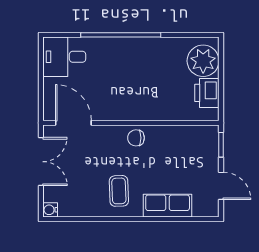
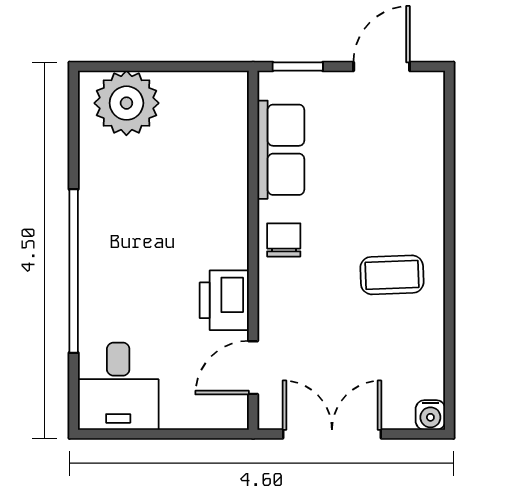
printer: (207, 93) -> (224, 300), moved, turned 90
door: (73, 123) -> (253, 368), width x0.73
chair: (136, 138) -> (284, 240), turned 180
row of seats: (168, 206) -> (281, 150), moved, turned 180

